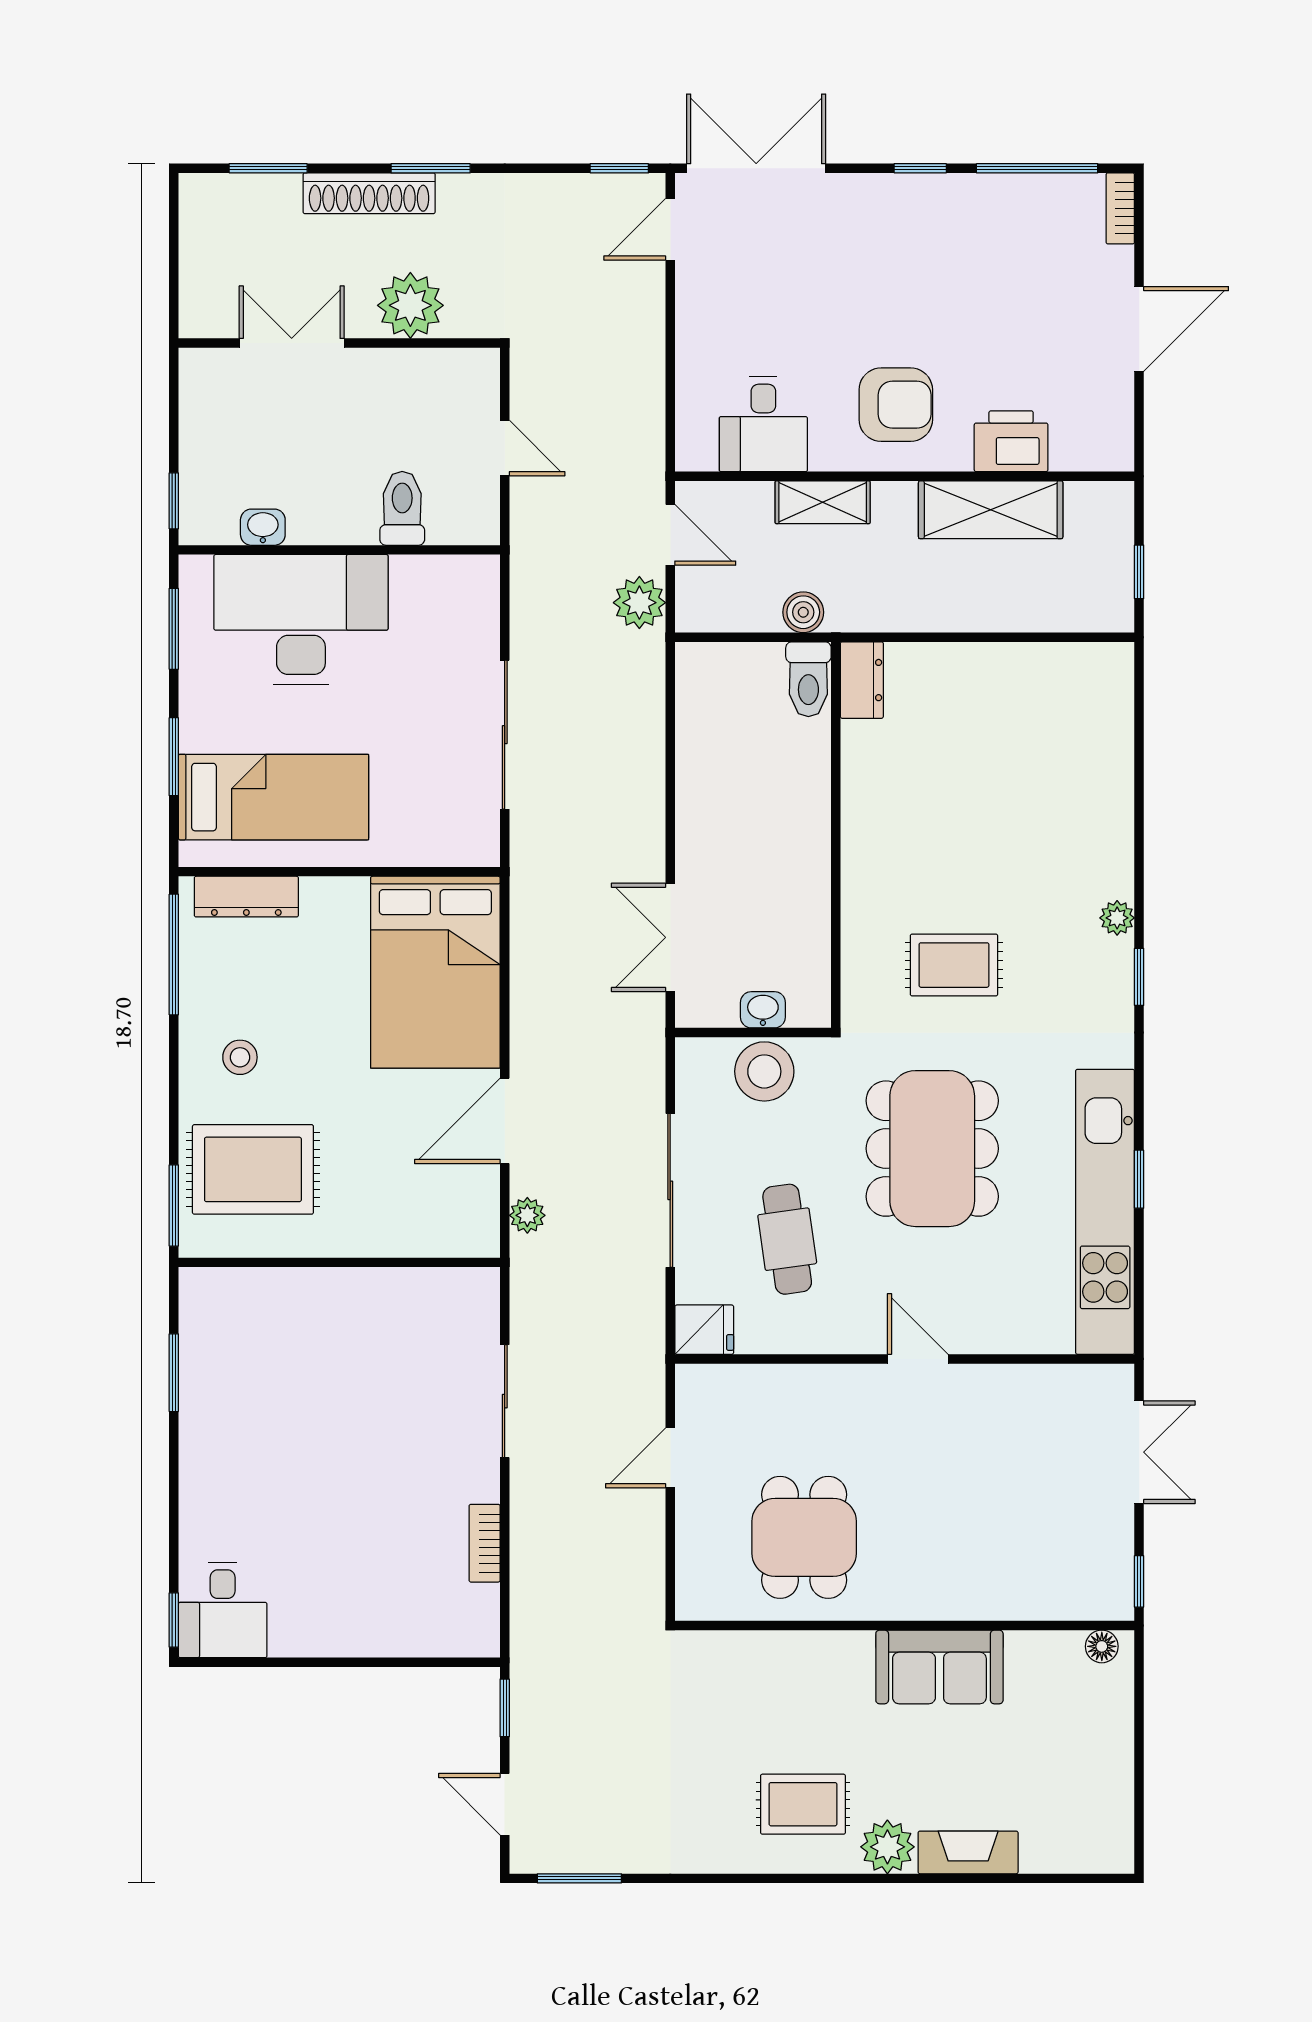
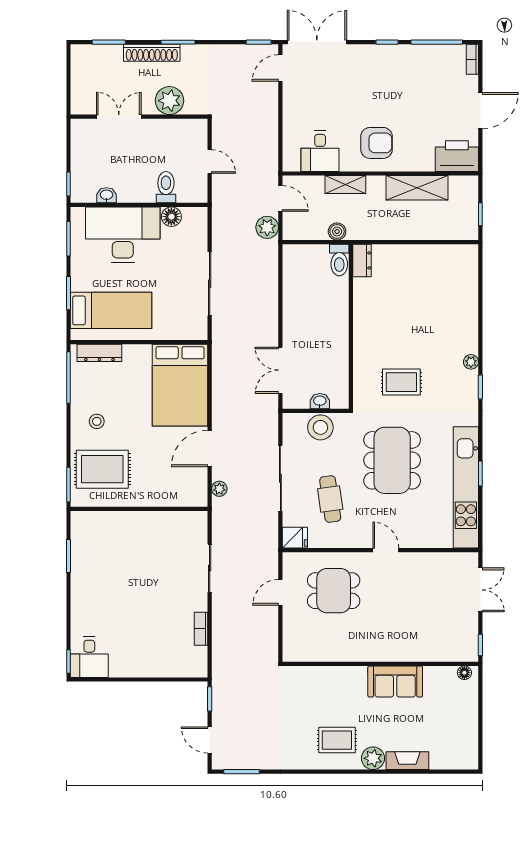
printer: (1011, 441) -> (457, 156), moved, width x1.37, depth x1.19
floor lamp: (415, 578) -> (171, 217), added
dining table: (804, 1537) -> (334, 591), moved, turned 90

